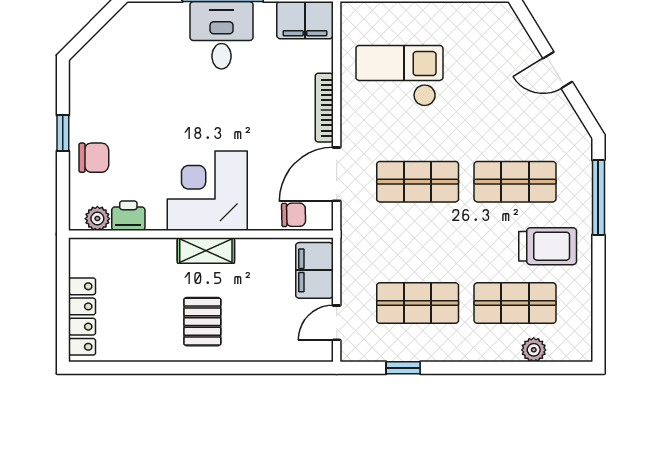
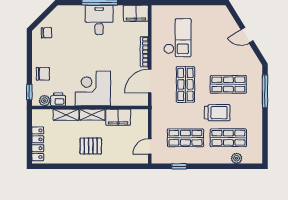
checkout: (399, 76) -> (177, 38), turned 90
window: (63, 133) -> (29, 92), moved
shop shelf: (418, 182) -> (185, 84), turned 90
chair: (294, 215) -> (46, 33), moved
trolley: (548, 246) -> (217, 113), moved
shelving: (146, 251) -> (66, 115), added
filing cabinet: (314, 270) -> (118, 117), moved, turned -90
pallet: (202, 322) -> (91, 146), turned 90

